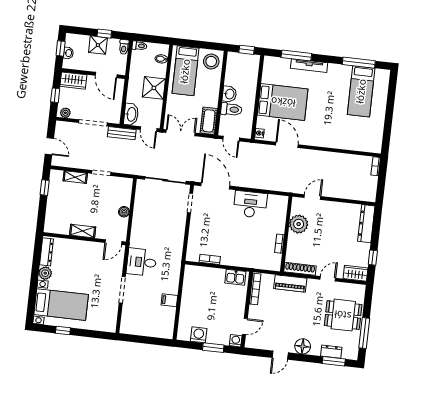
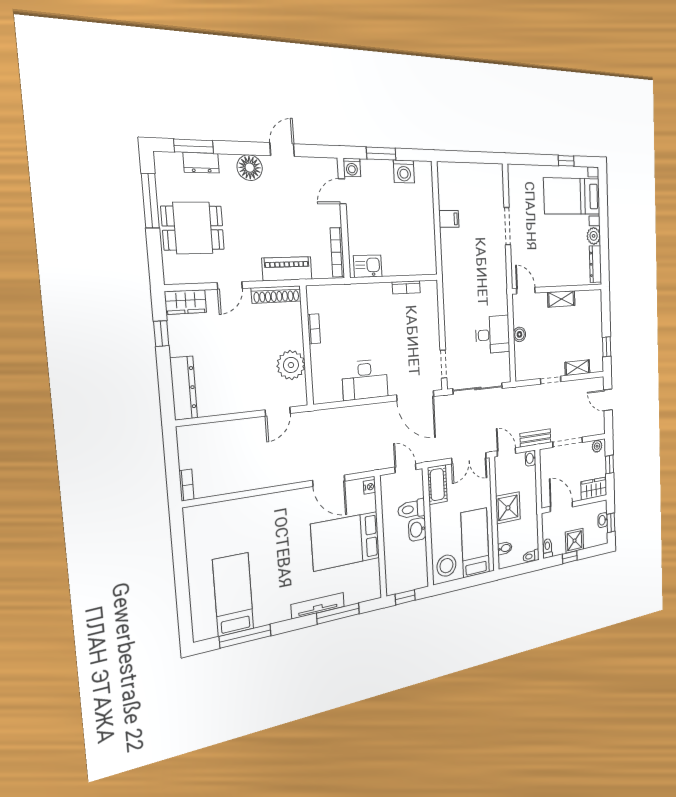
washbasin: (131, 114) -> (530, 458), width x0.52, depth x0.69
door: (113, 242) -> (526, 291), hinge flipped
desk: (142, 262) -> (493, 335), moved

